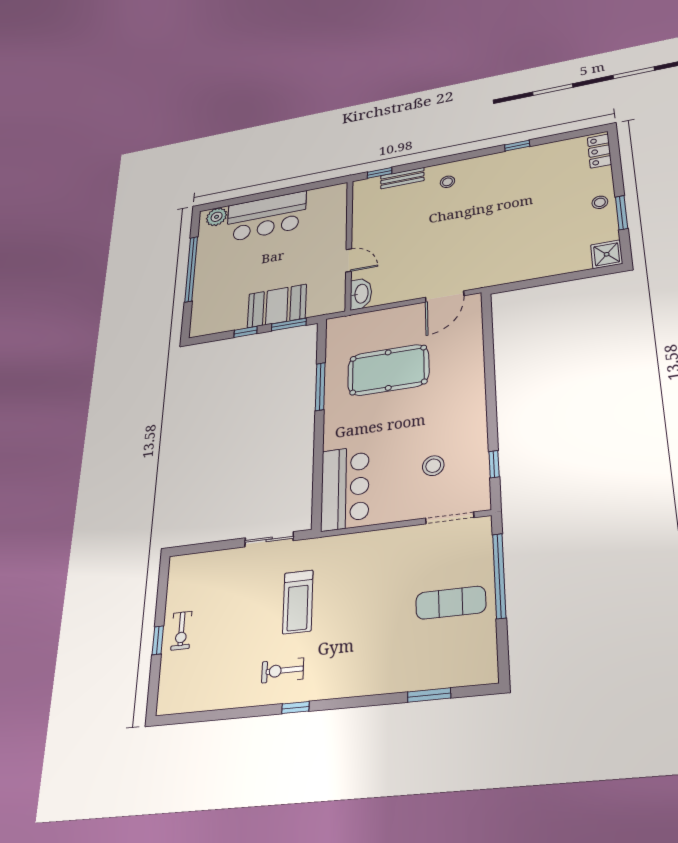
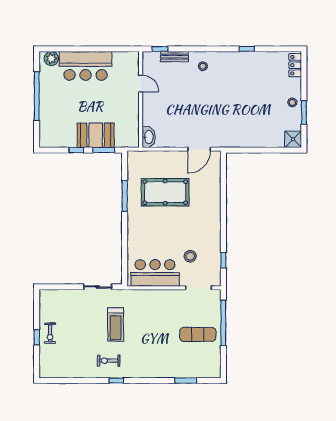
door: (349, 260) -> (141, 84), moved
bar counter: (345, 488) -> (155, 273), moved, turned -90

